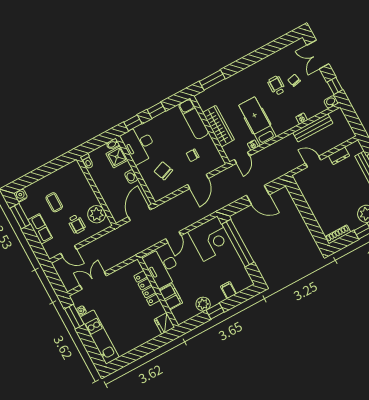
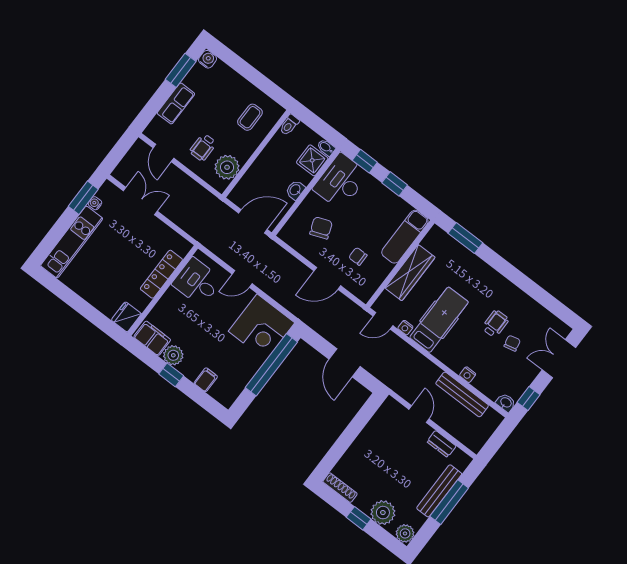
coffee table: (54, 202) -> (250, 117), moved
desk: (162, 267) -> (197, 282), width x0.73
filing cabinet: (171, 297) -> (152, 338), moved, turned -90

